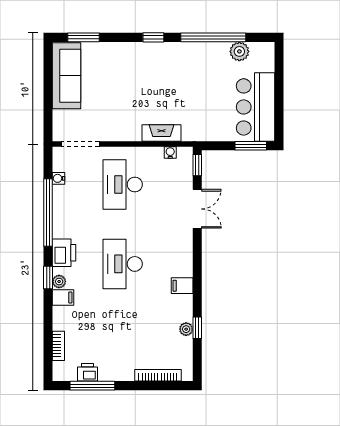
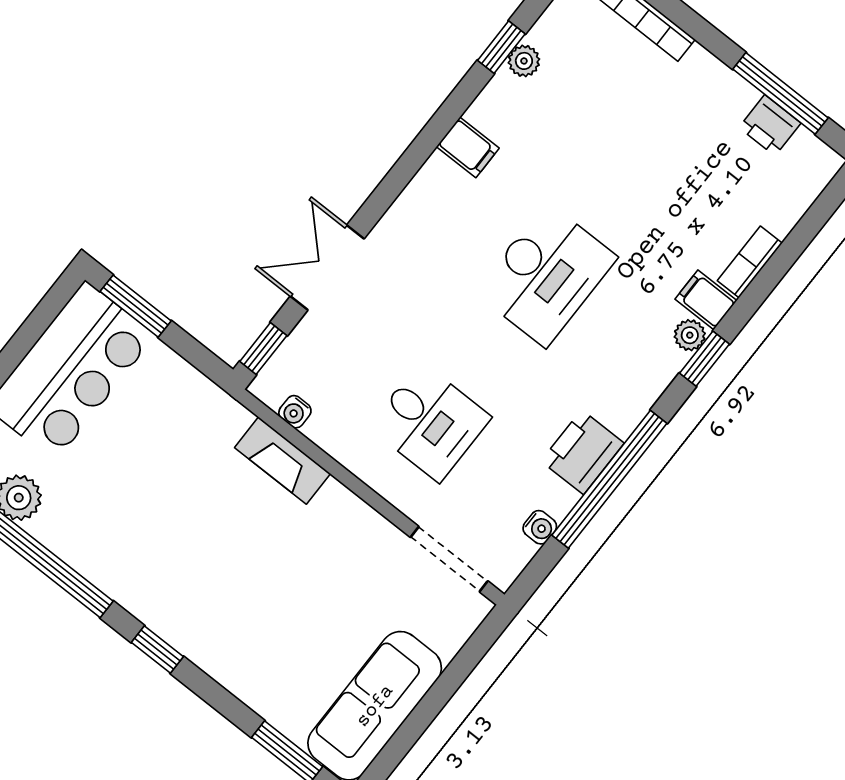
desk: (123, 184) -> (430, 422), width x0.73
printer: (64, 253) -> (583, 452), moved
bookcase: (58, 346) -> (750, 262), moved

